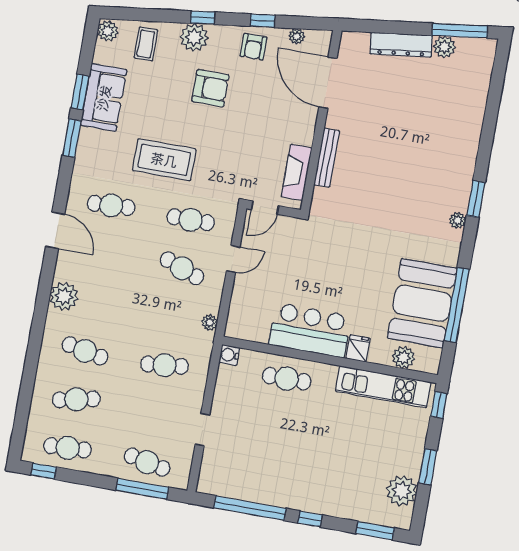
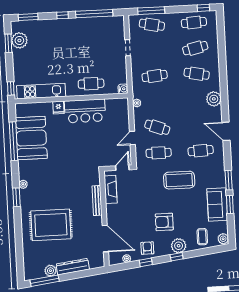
rug: (424, 132) -> (51, 225), added
plant: (403, 357) -> (34, 108), removed
window: (428, 467) -> (8, 43), moved

